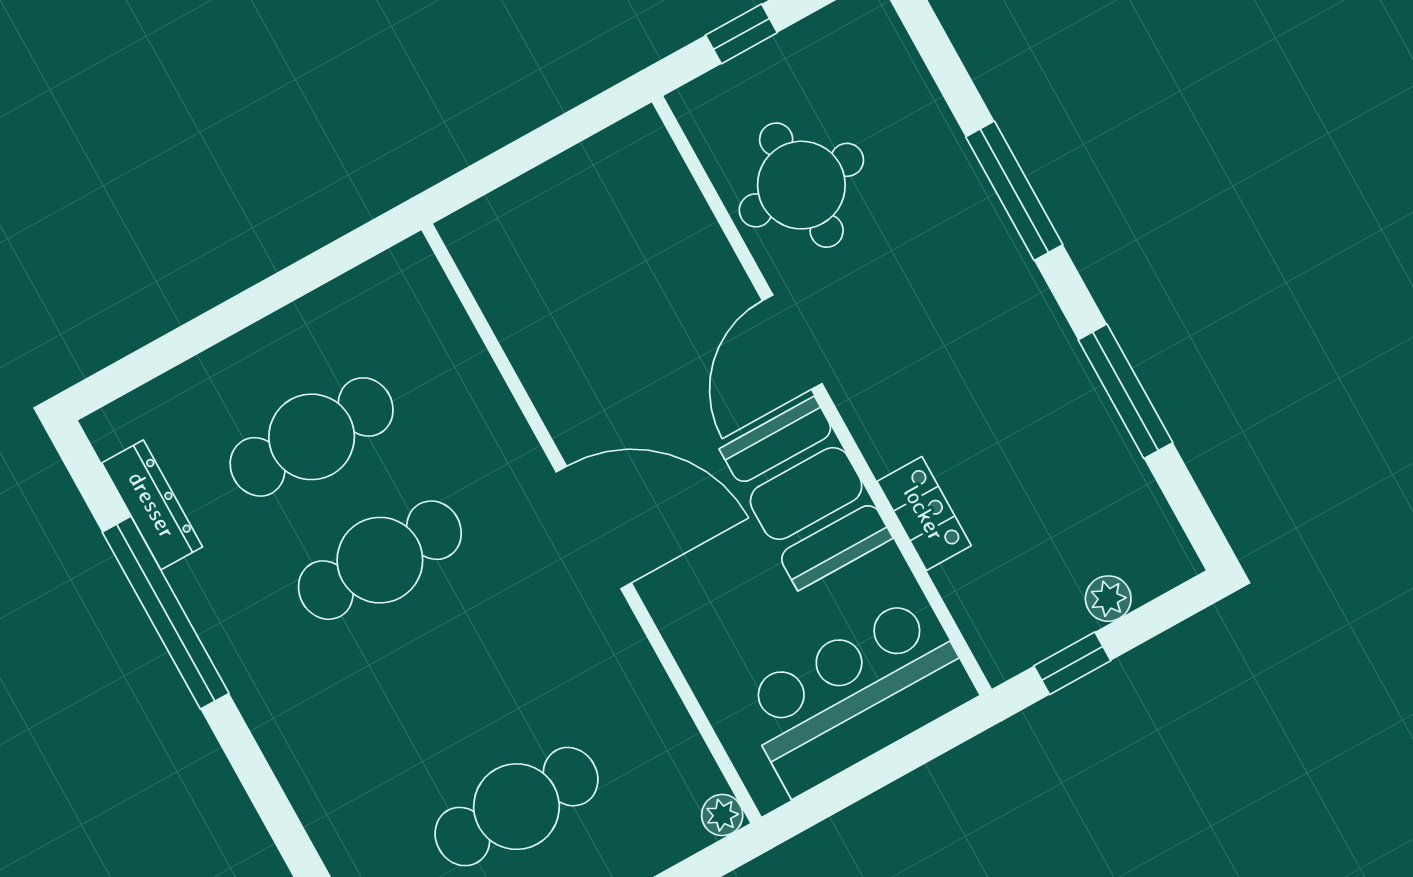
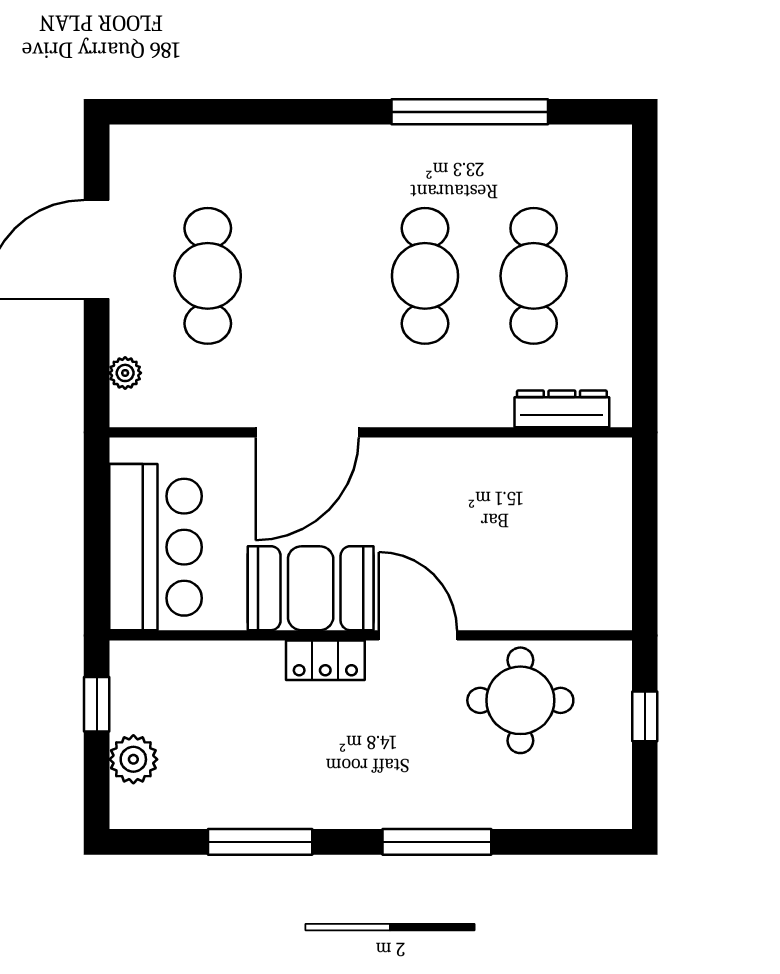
dresser: (152, 505) -> (562, 409), moved, turned 180
locker: (924, 513) -> (325, 660), moved
door: (594, 527) -> (307, 432), moved
plant: (1108, 599) -> (133, 759), width x1.38, depth x1.38
plant: (722, 815) -> (125, 373), moved

